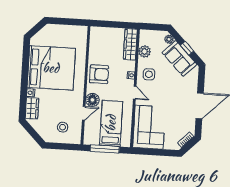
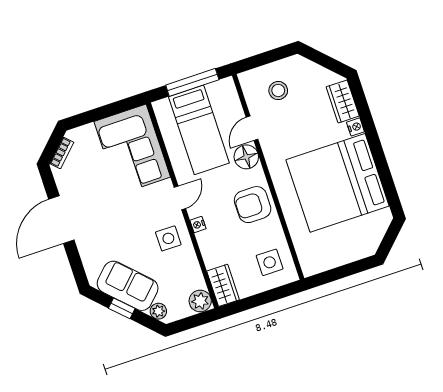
side table: (102, 41) -> (270, 262), added
wardrobe: (130, 44) -> (223, 285), width x0.67
plant: (145, 51) -> (200, 301), moved
door: (135, 93) -> (180, 198), swing flipped

